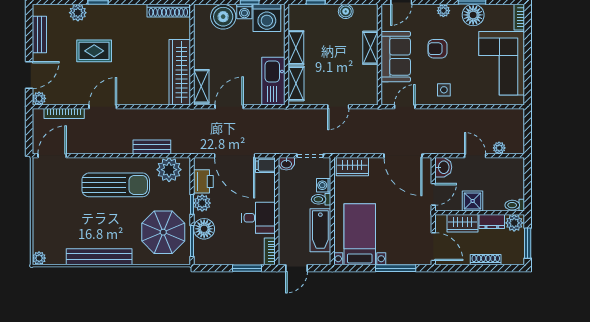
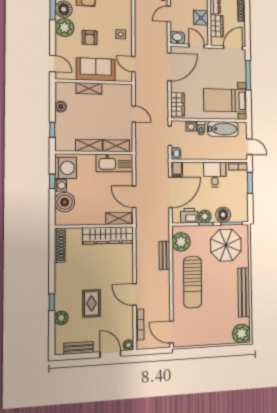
plant: (443, 11) -> (65, 28), width x1.88, depth x1.88
sun lounger: (116, 185) -> (193, 282), turned 180
plant: (39, 258) -> (241, 334), width x1.87, depth x1.87

